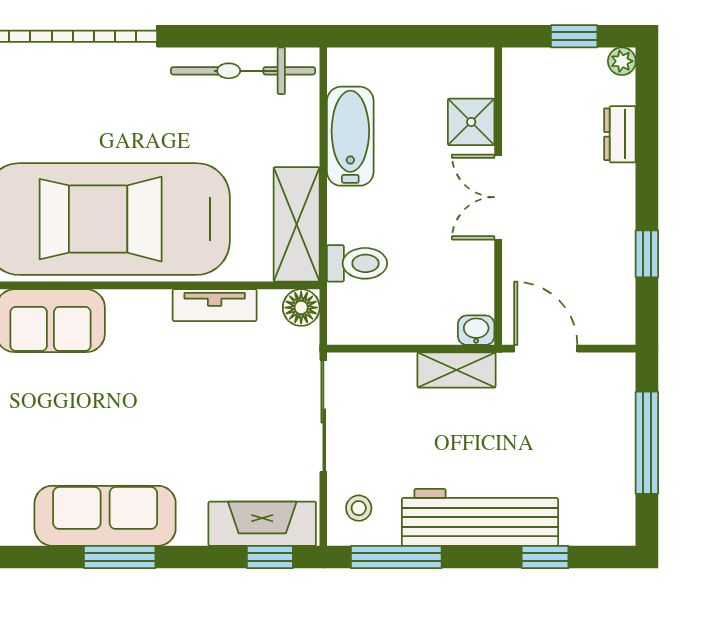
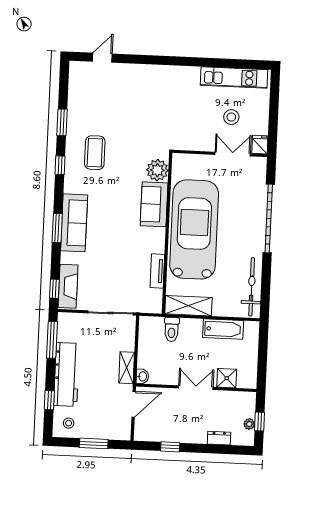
plant: (622, 61) -> (249, 424), moved
floor lamp: (301, 308) -> (155, 306), removed
window: (647, 443) -> (94, 443), width x0.69
stool: (359, 508) -> (69, 423), moved

